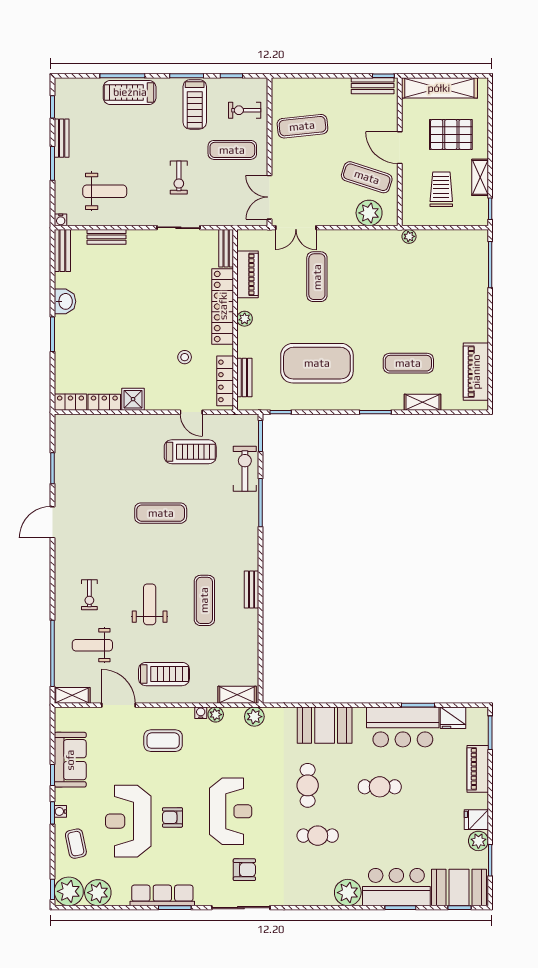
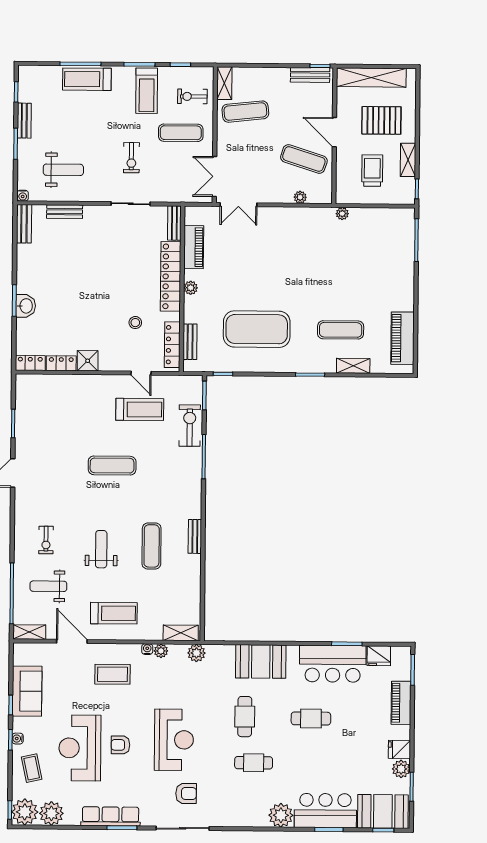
shelving: (279, 95) -> (224, 83), added
plant: (369, 213) -> (300, 197), width x0.53, depth x0.53
exercise mat: (317, 277) -> (257, 250), removed
washbasin: (65, 301) -> (26, 306), moved

